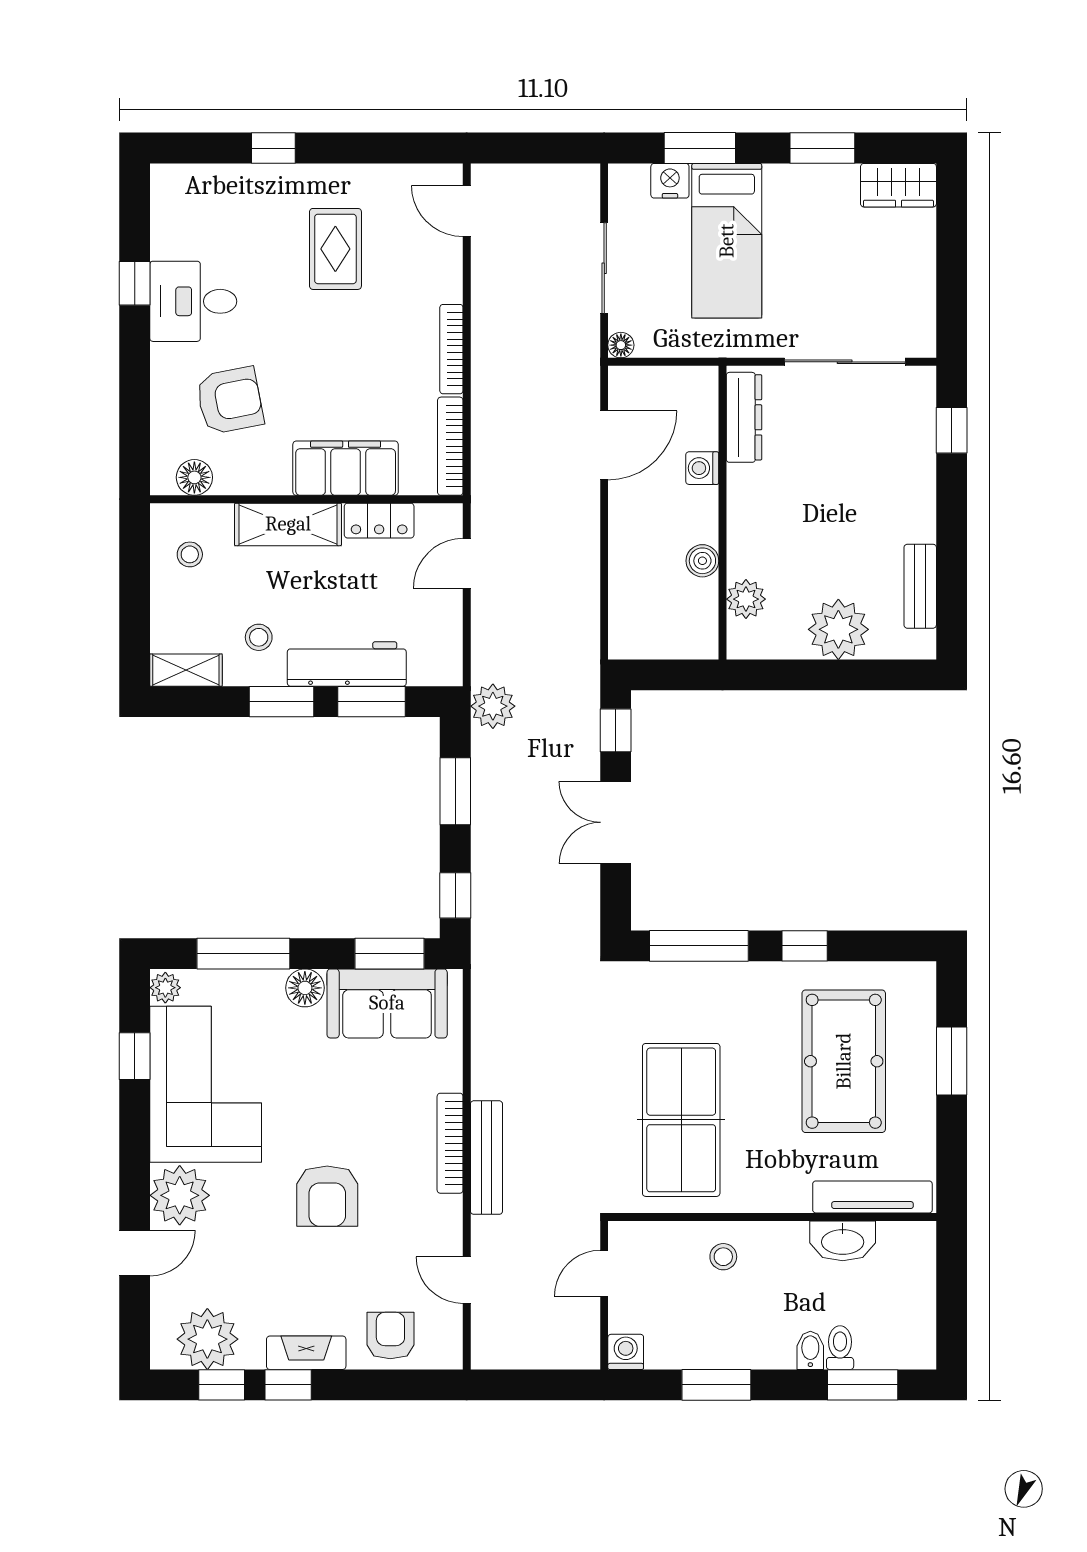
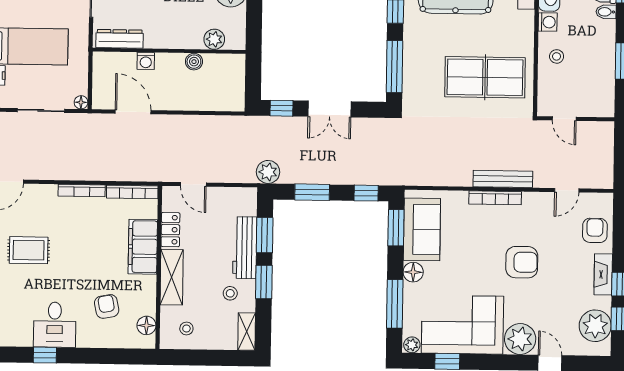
armchair: (230, 400) -> (107, 306), width x0.72, depth x0.72
armchair: (390, 1336) -> (595, 230), turned 90
washing machine: (626, 1352) -> (548, 22), moved, turned 180

